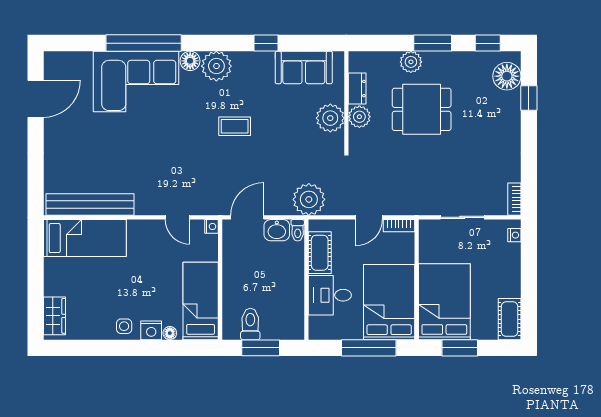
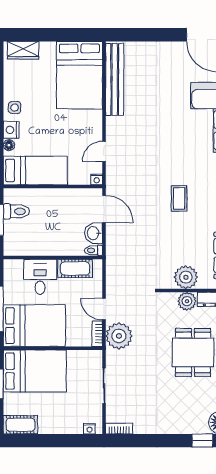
plant: (309, 199) -> (119, 336), moved
bed: (85, 238) -> (79, 75), width x1.50

